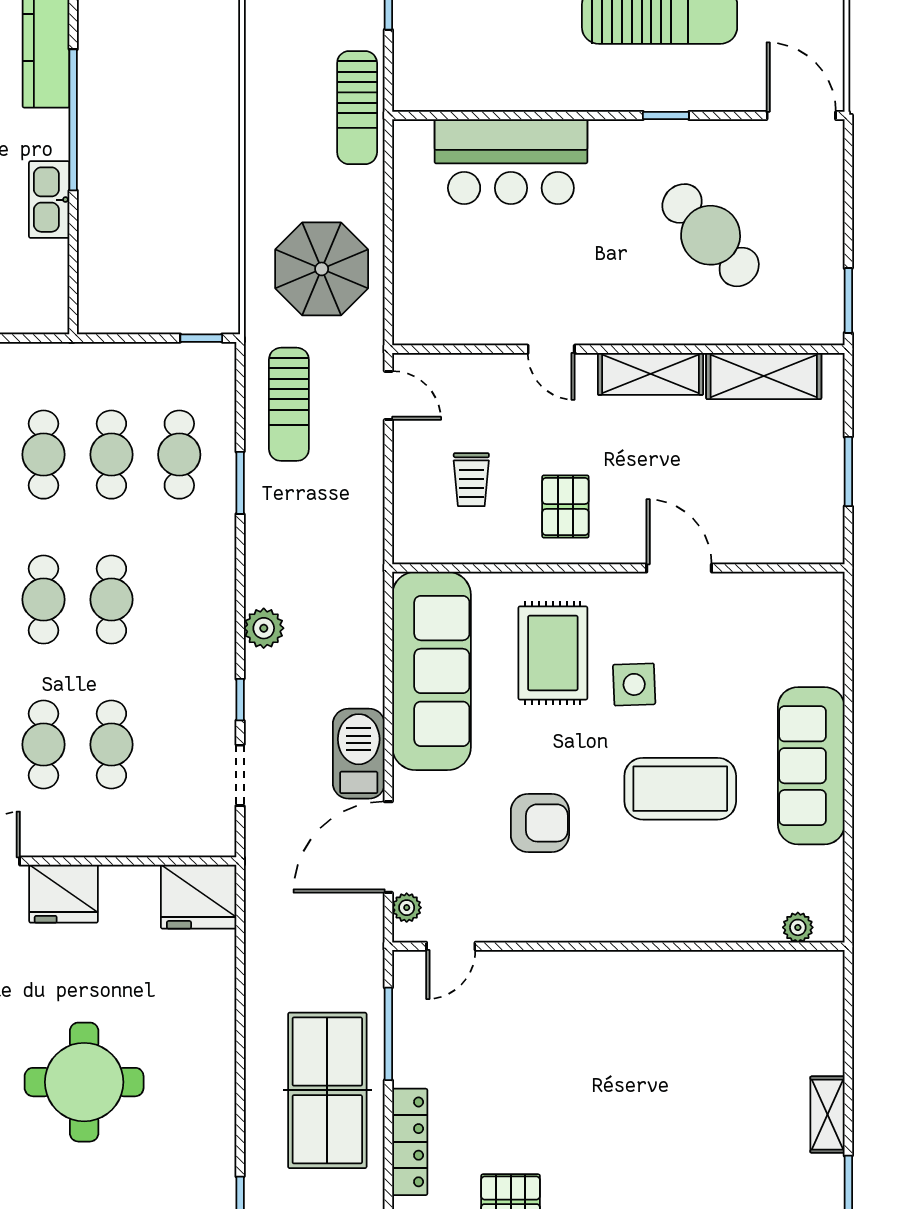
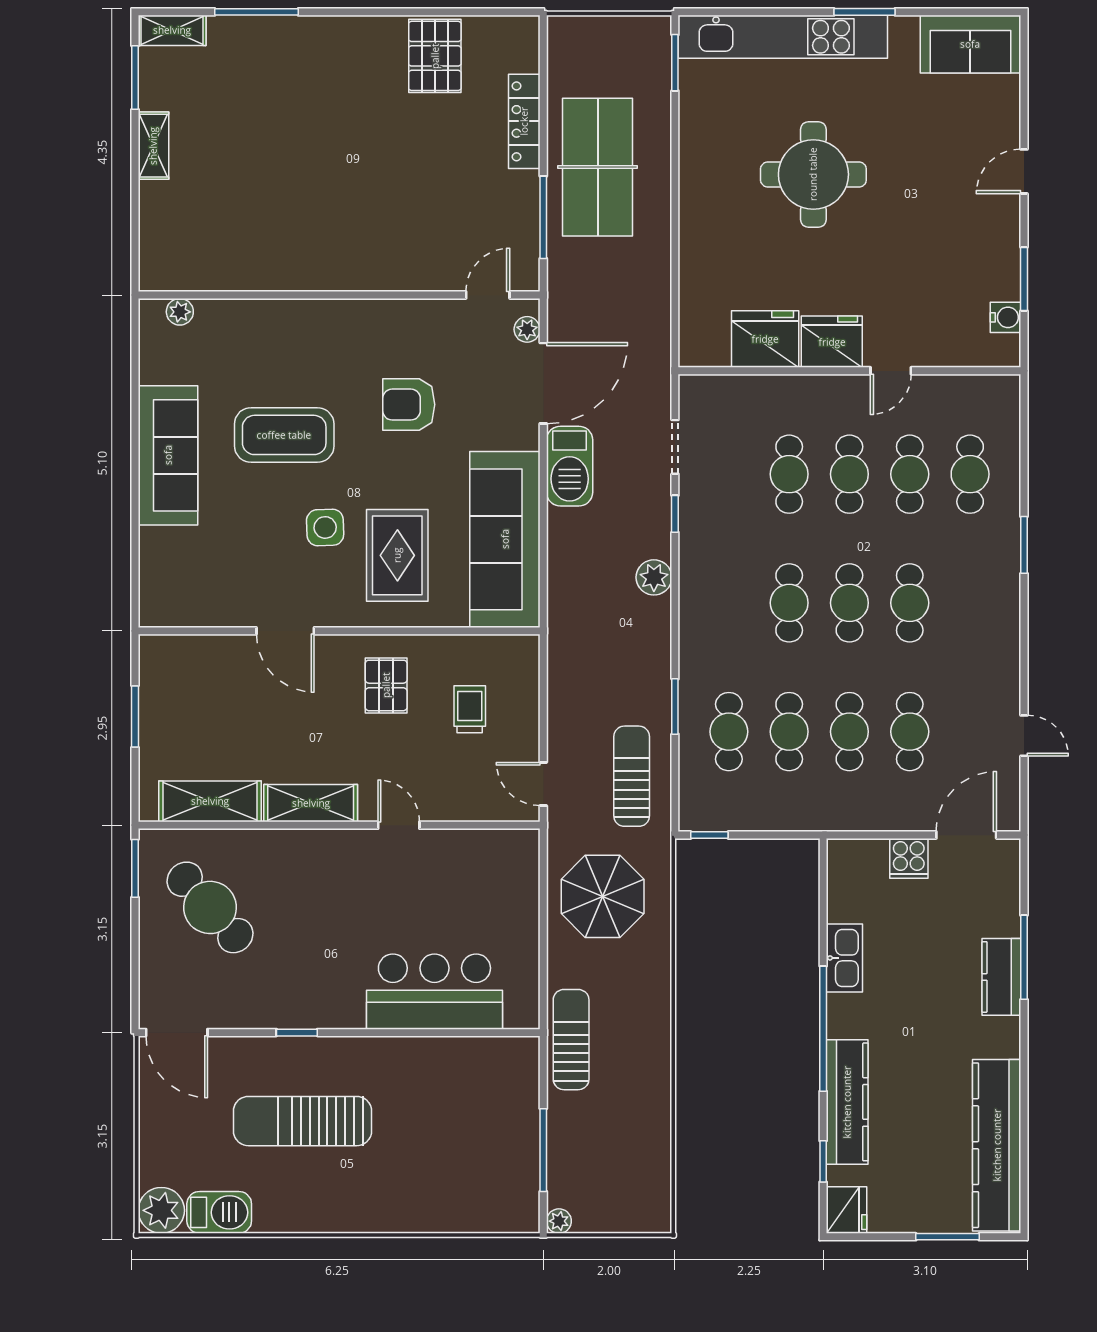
cafe table: (711, 235) -> (210, 907), moved
fridge: (199, 897) -> (765, 339), moved

